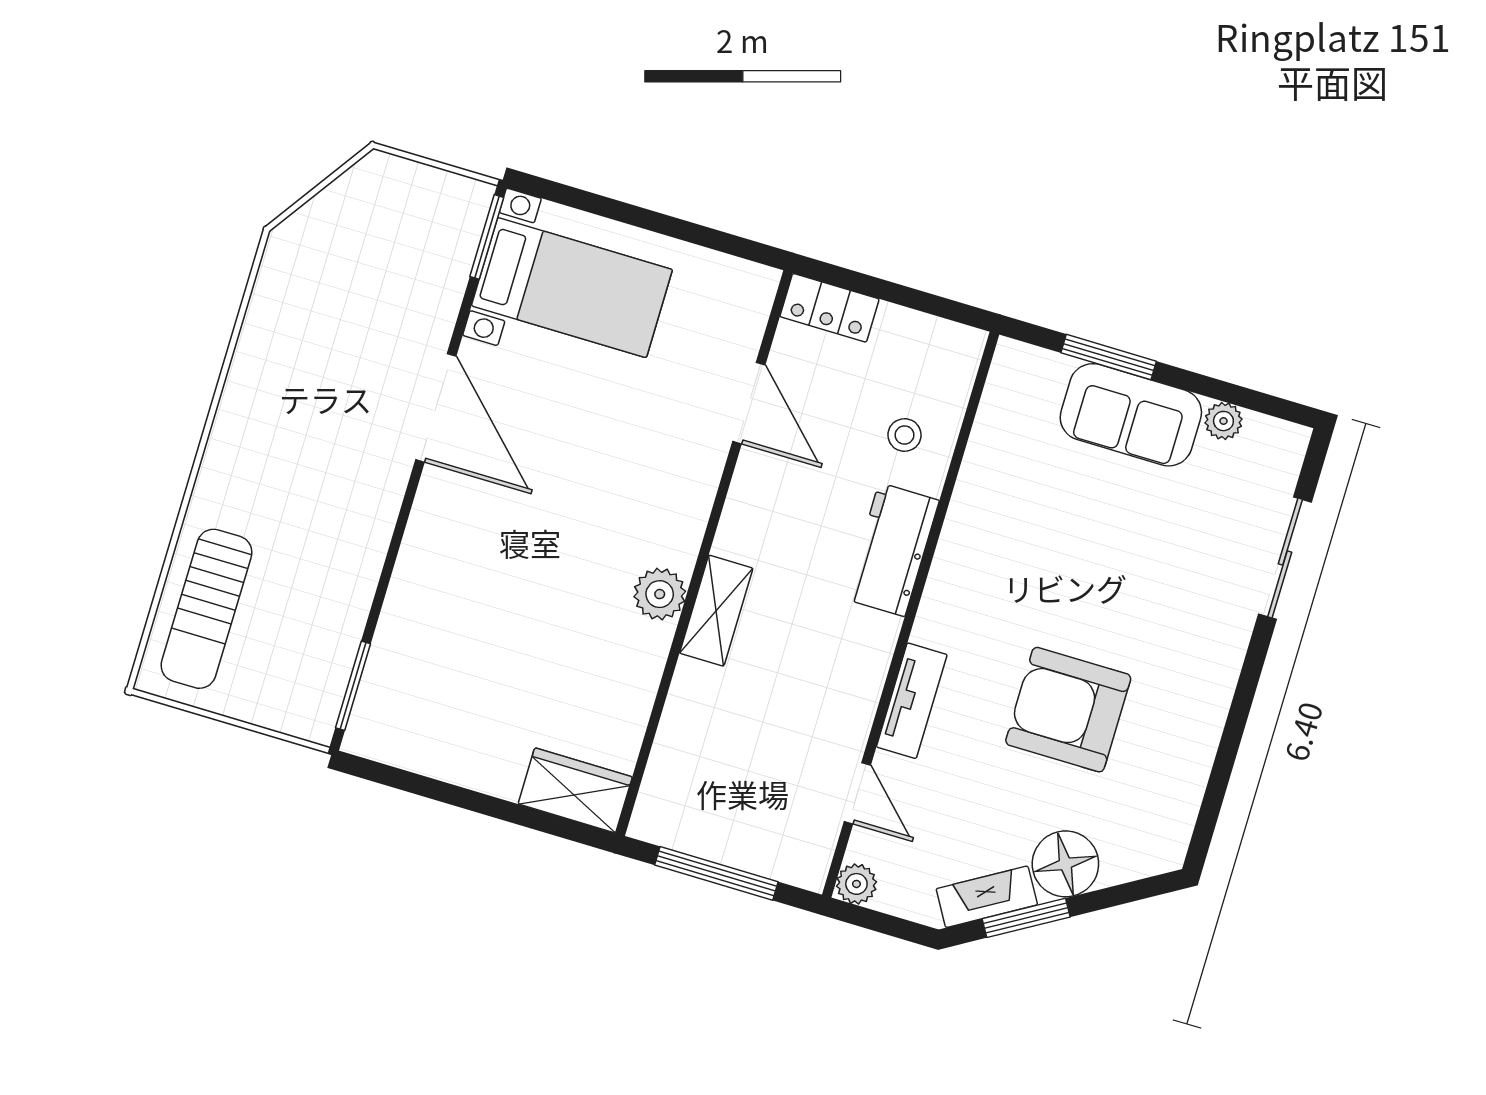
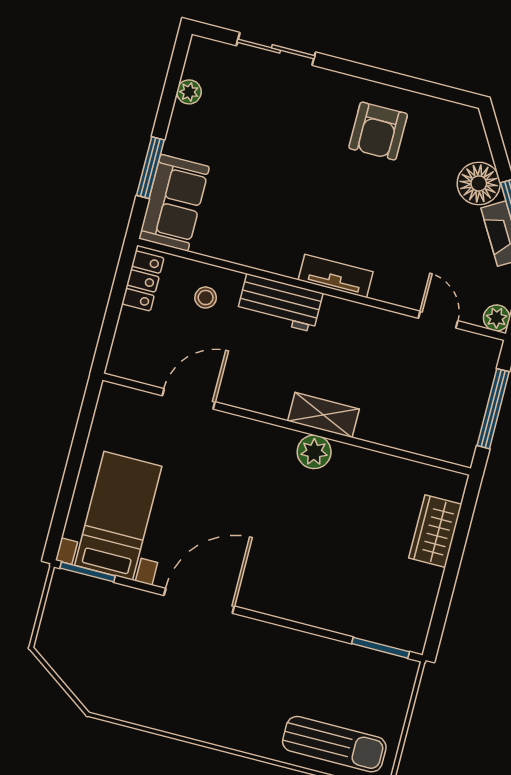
locker: (829, 308) -> (143, 281), moved
sofa: (1131, 415) -> (174, 203), moved
tv unit: (912, 701) -> (336, 276), moved
armchair: (1068, 710) -> (378, 131), moved, width x0.73, depth x0.73
wardrobe: (575, 790) -> (435, 531), moved
door: (857, 793) -> (438, 320), hinge flipped

